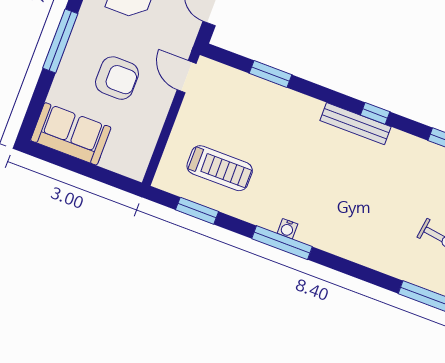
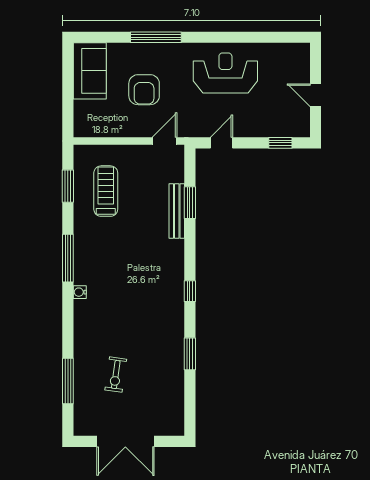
bench: (355, 124) -> (177, 211), moved
treadmill: (220, 168) -> (106, 191), turned 180
water cooler: (287, 229) -> (80, 292), moved

